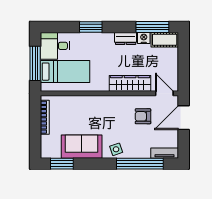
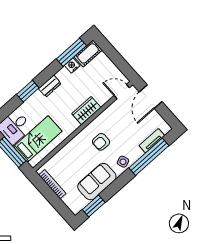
dresser: (126, 38) -> (50, 86), moved
wardrobe: (130, 83) -> (86, 111), width x0.67
armchair: (143, 116) -> (101, 142), moved
tv unit: (165, 153) -> (152, 141), moved

